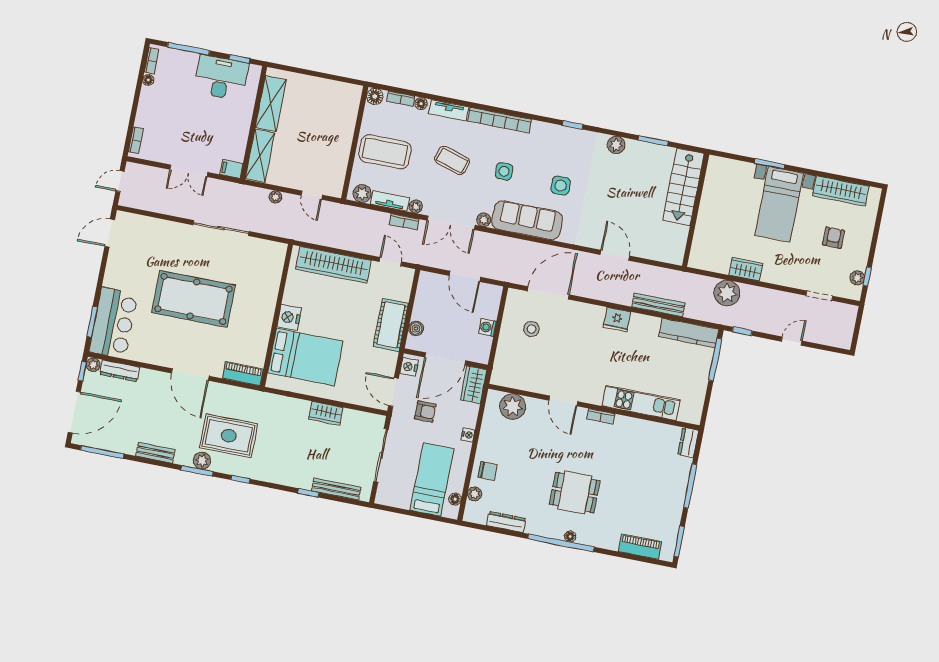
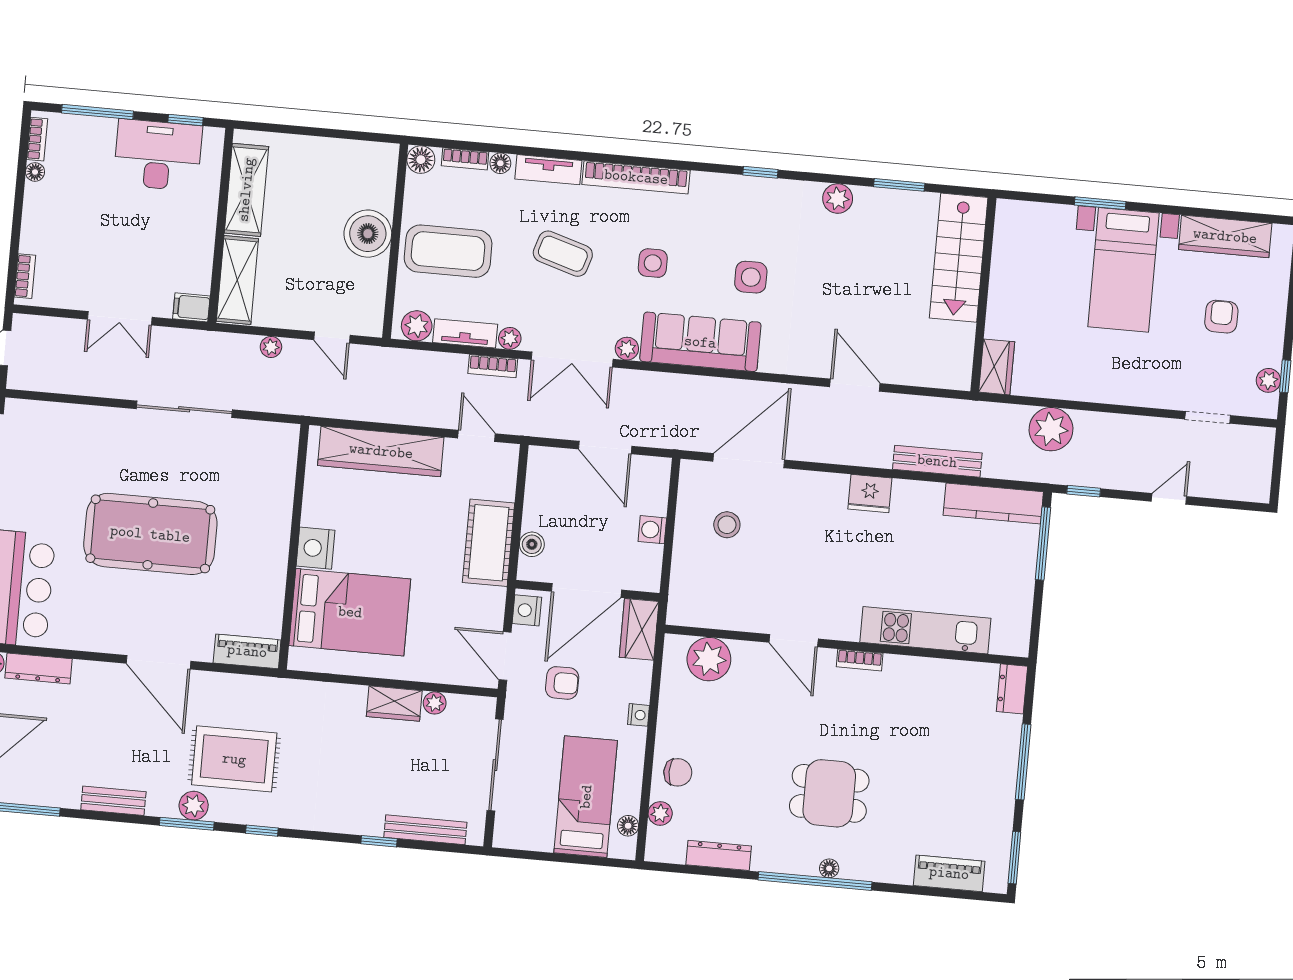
boiler: (339, 137) -> (368, 234), added
wardrobe: (746, 269) -> (997, 367), moved, turned 90
plant: (349, 415) -> (435, 703), added

